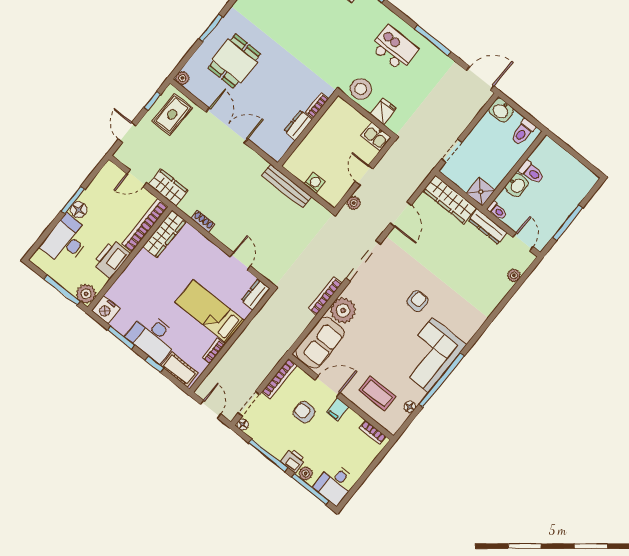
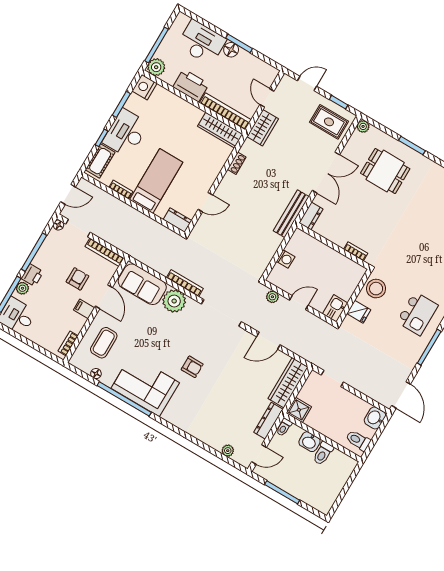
dresser: (298, 125) -> (311, 216), moved, turned 90
bench: (287, 186) -> (291, 214), moved

